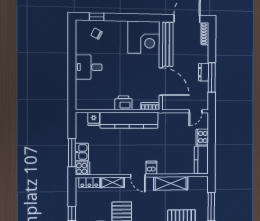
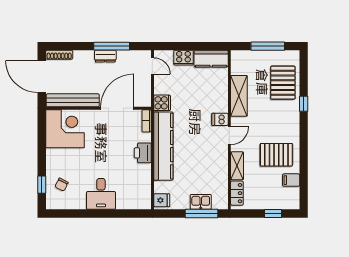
fridge: (94, 119) -> (162, 200), moved
cooker: (83, 168) -> (162, 103), moved, turned 90

